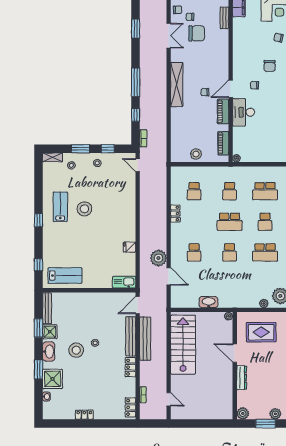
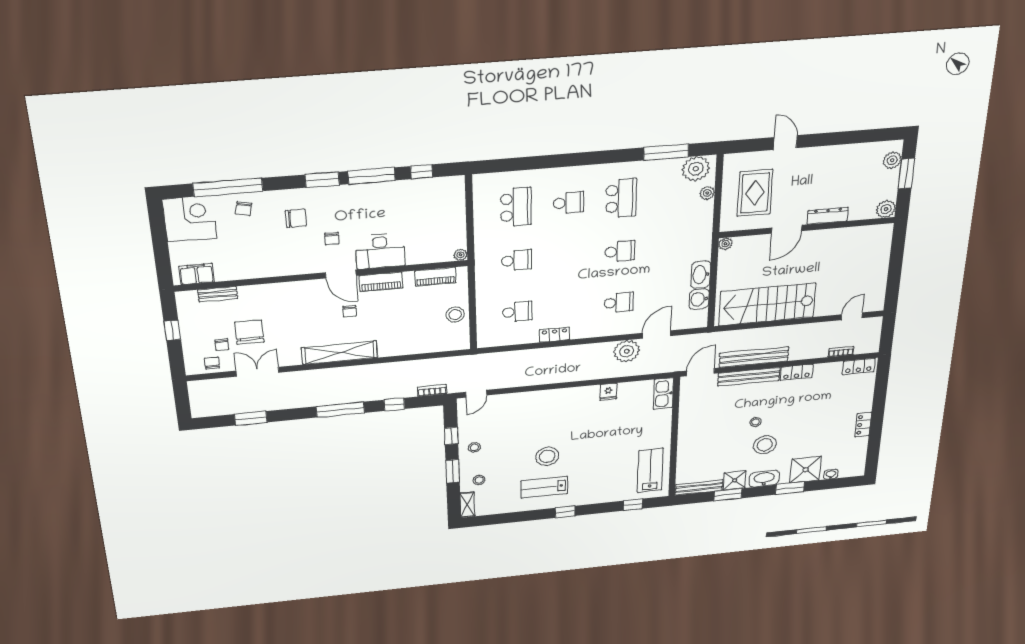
school desk: (230, 222) -> (568, 256), removed
washbasin: (191, 302) -> (699, 299), added
door: (138, 305) -> (700, 372), swing flipped

